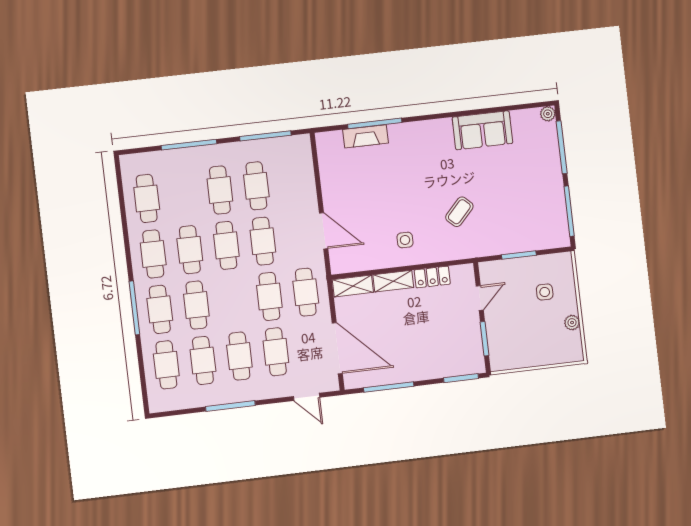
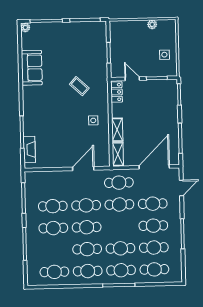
fireplace: (365, 136) -> (29, 150), moved
locker: (432, 277) -> (117, 92), moved
side table: (545, 292) -> (164, 55), moved

